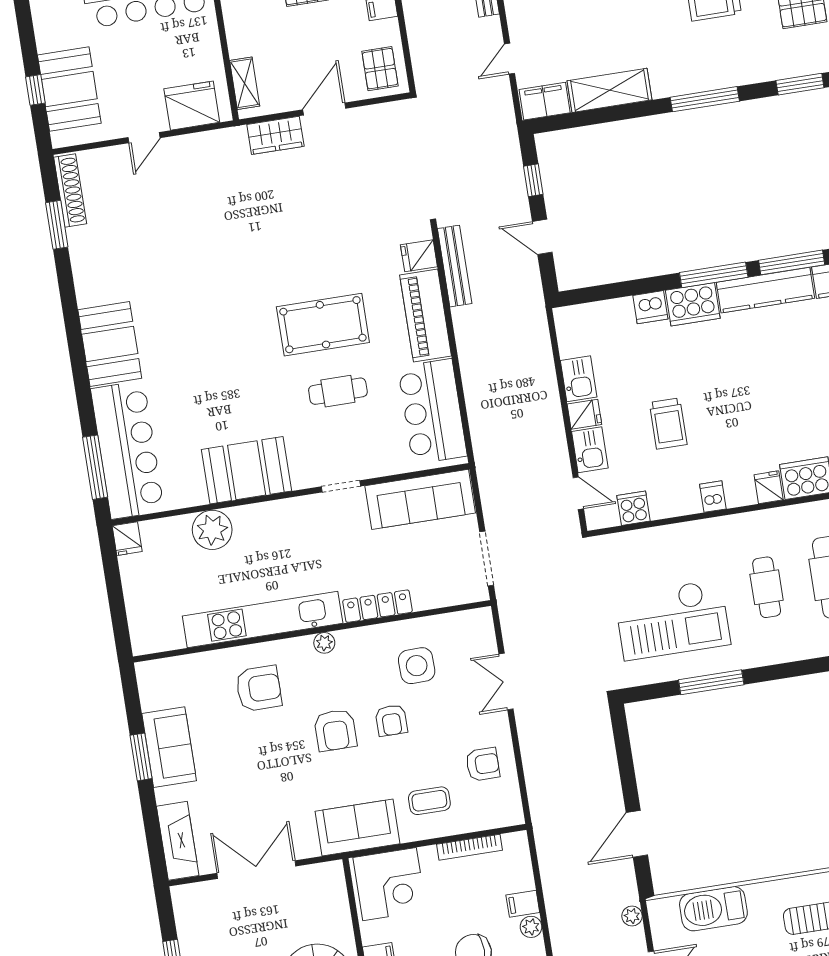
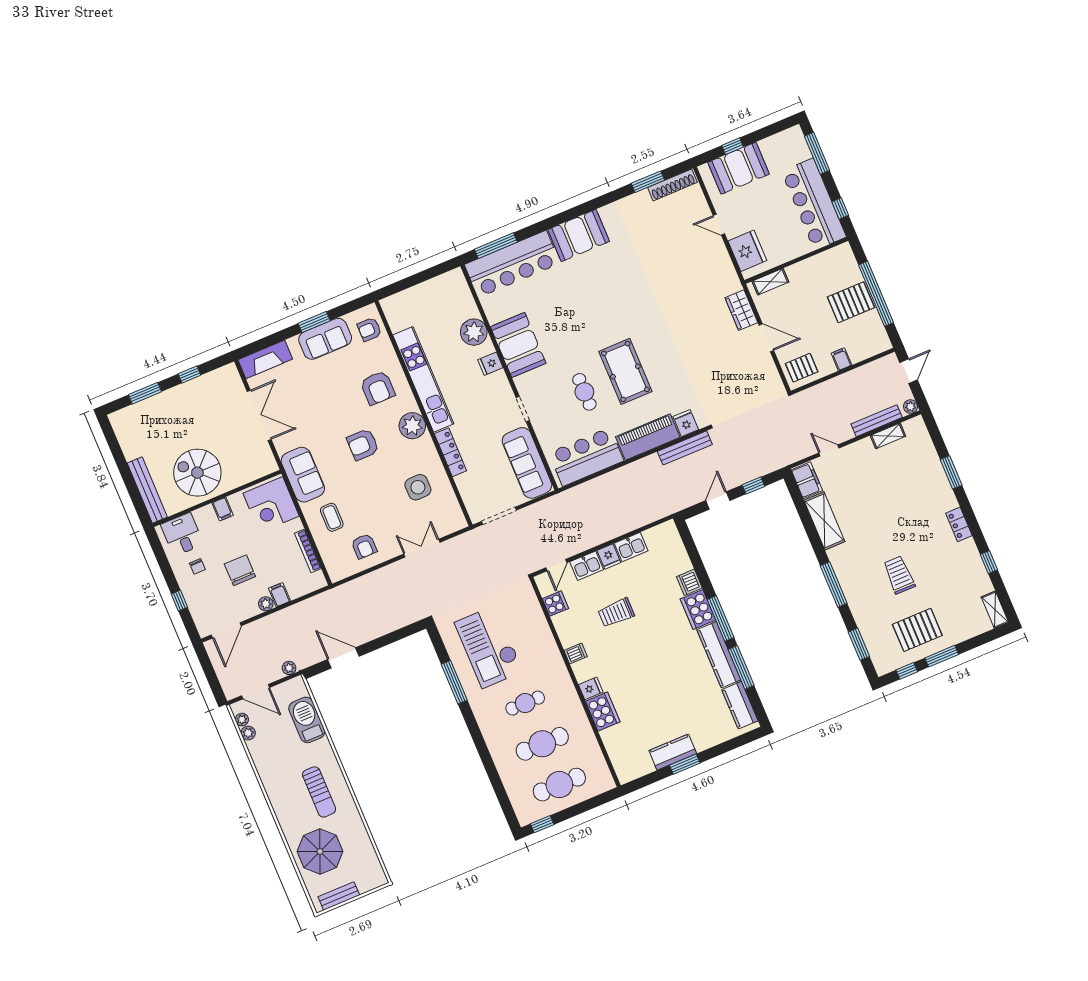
fridge: (127, 539) -> (490, 364), moved
plant: (324, 643) -> (412, 426), width x1.88, depth x1.88
armchair: (391, 720) -> (369, 329), moved

